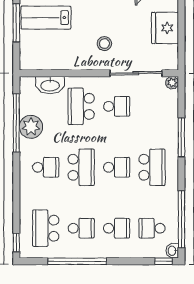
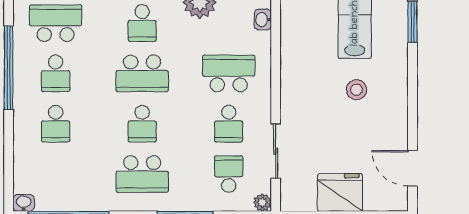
stool: (104, 44) -> (356, 90), moved
sliding door: (136, 73) -> (276, 151), width x0.73
washbasin: (50, 85) -> (263, 20), width x0.52, depth x0.69
school desk: (152, 228) -> (229, 174), moved
window: (164, 261) -> (9, 190), removed

